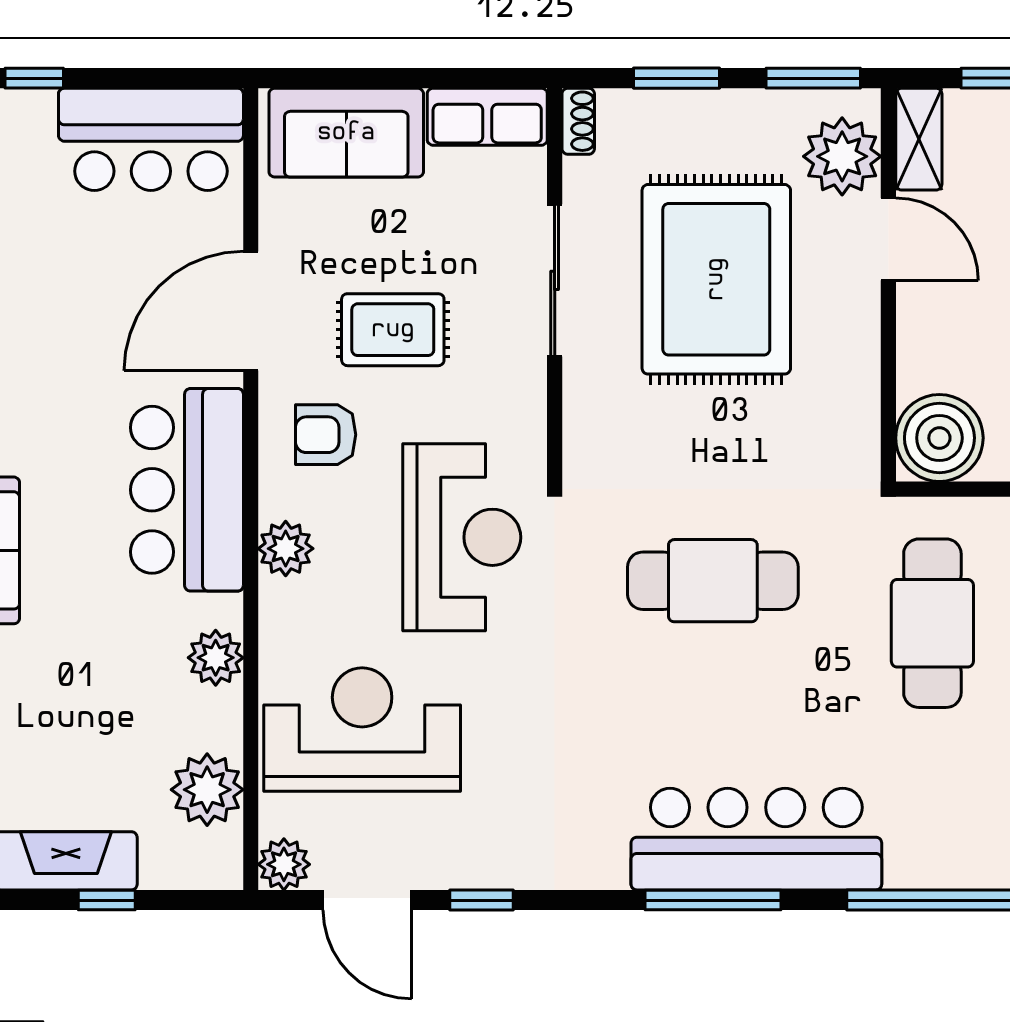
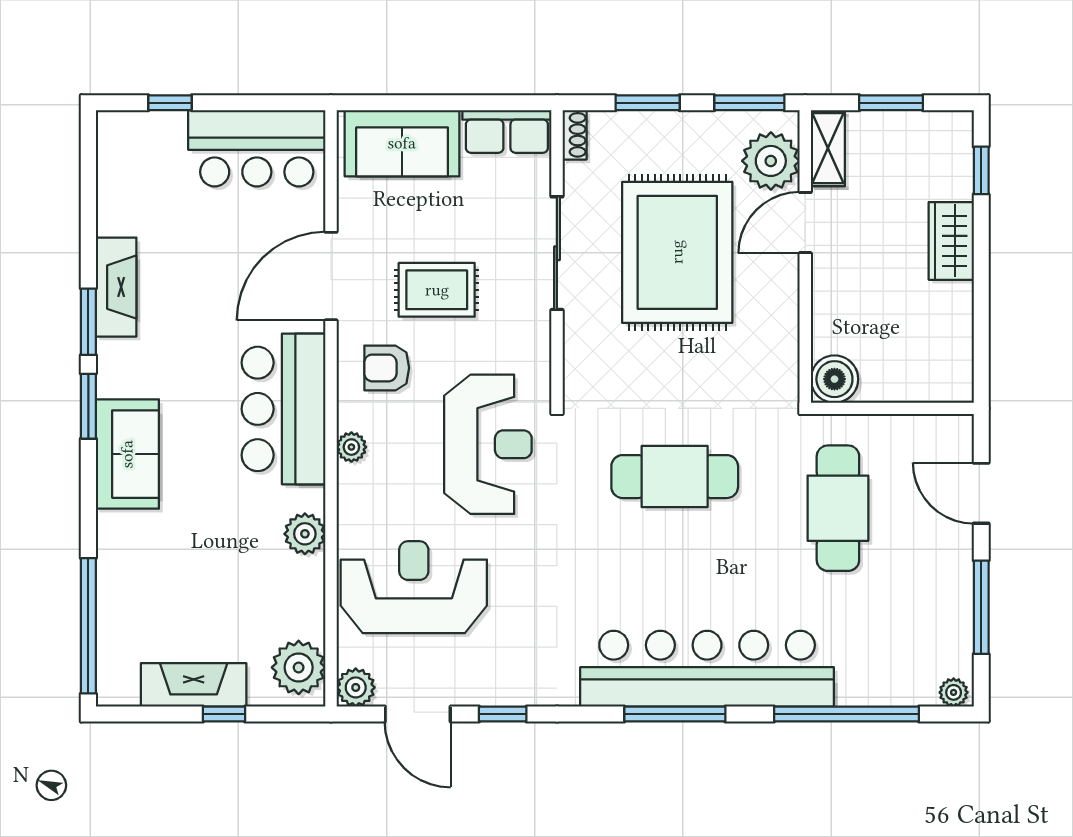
door: (888, 239) -> (805, 223), swing flipped
boiler: (939, 438) -> (834, 379), width x0.73, depth x0.73
plant: (286, 549) -> (351, 447), width x0.73, depth x0.73
plant: (207, 790) -> (299, 667), moved
bar counter: (756, 839) -> (707, 669), width x1.36

